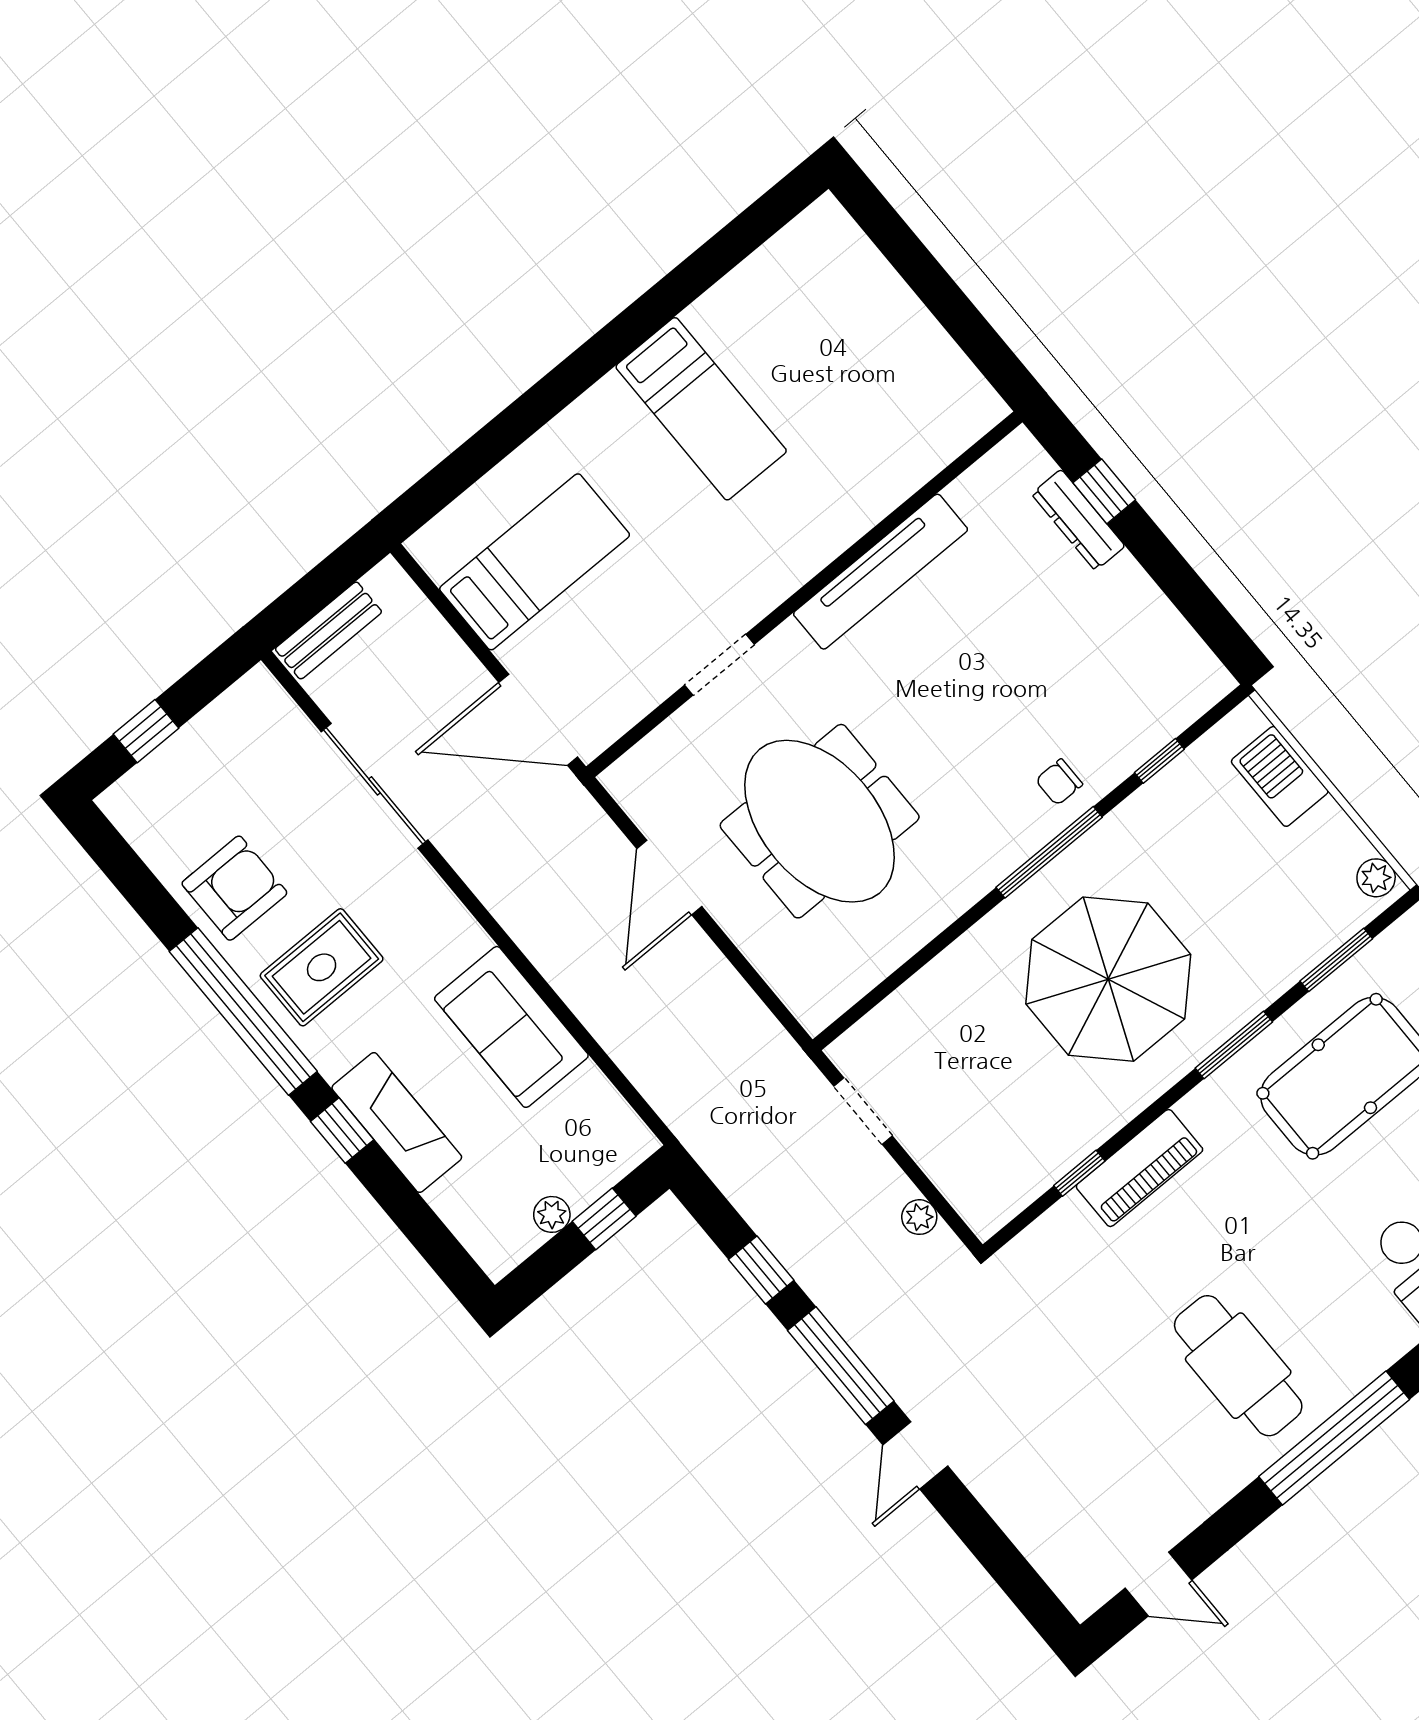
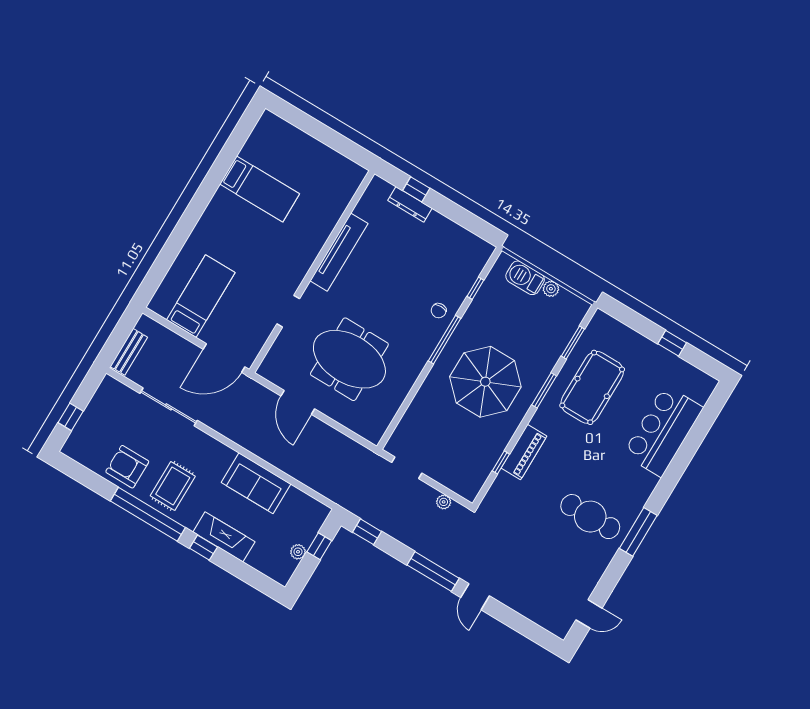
bed: (701, 409) -> (260, 189), moved
plant: (1376, 878) -> (551, 289), moved
armchair: (234, 888) -> (127, 467), turned -90
window: (761, 1270) -> (367, 532), moved
window: (1334, 1438) -> (638, 532), width x0.68

